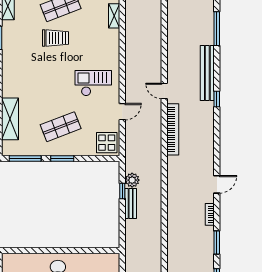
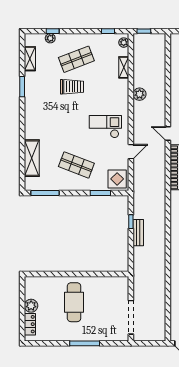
shop shelf: (61, 127) -> (76, 165), turned 42
window: (62, 159) -> (100, 193), moved
plant: (132, 180) -> (140, 94), moved

